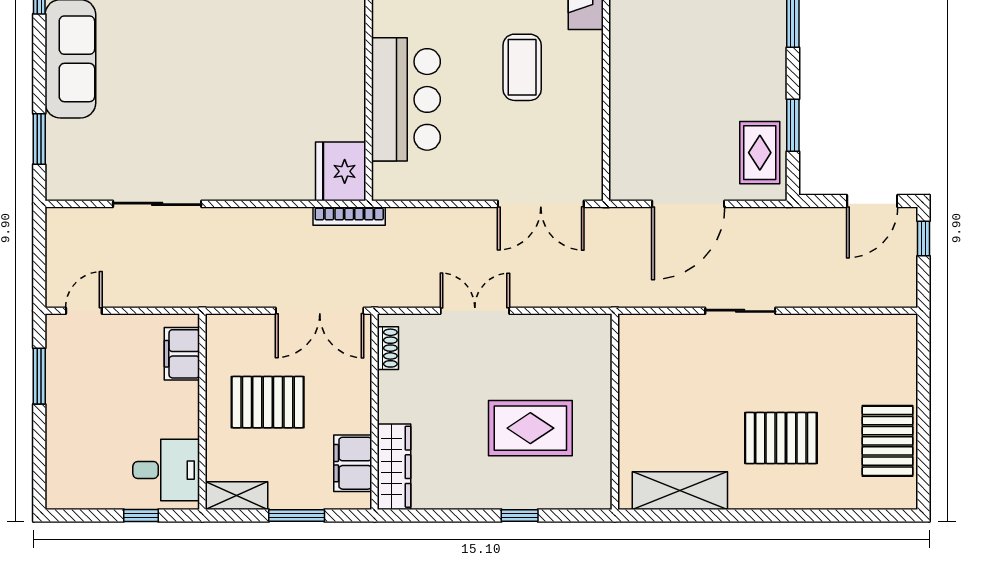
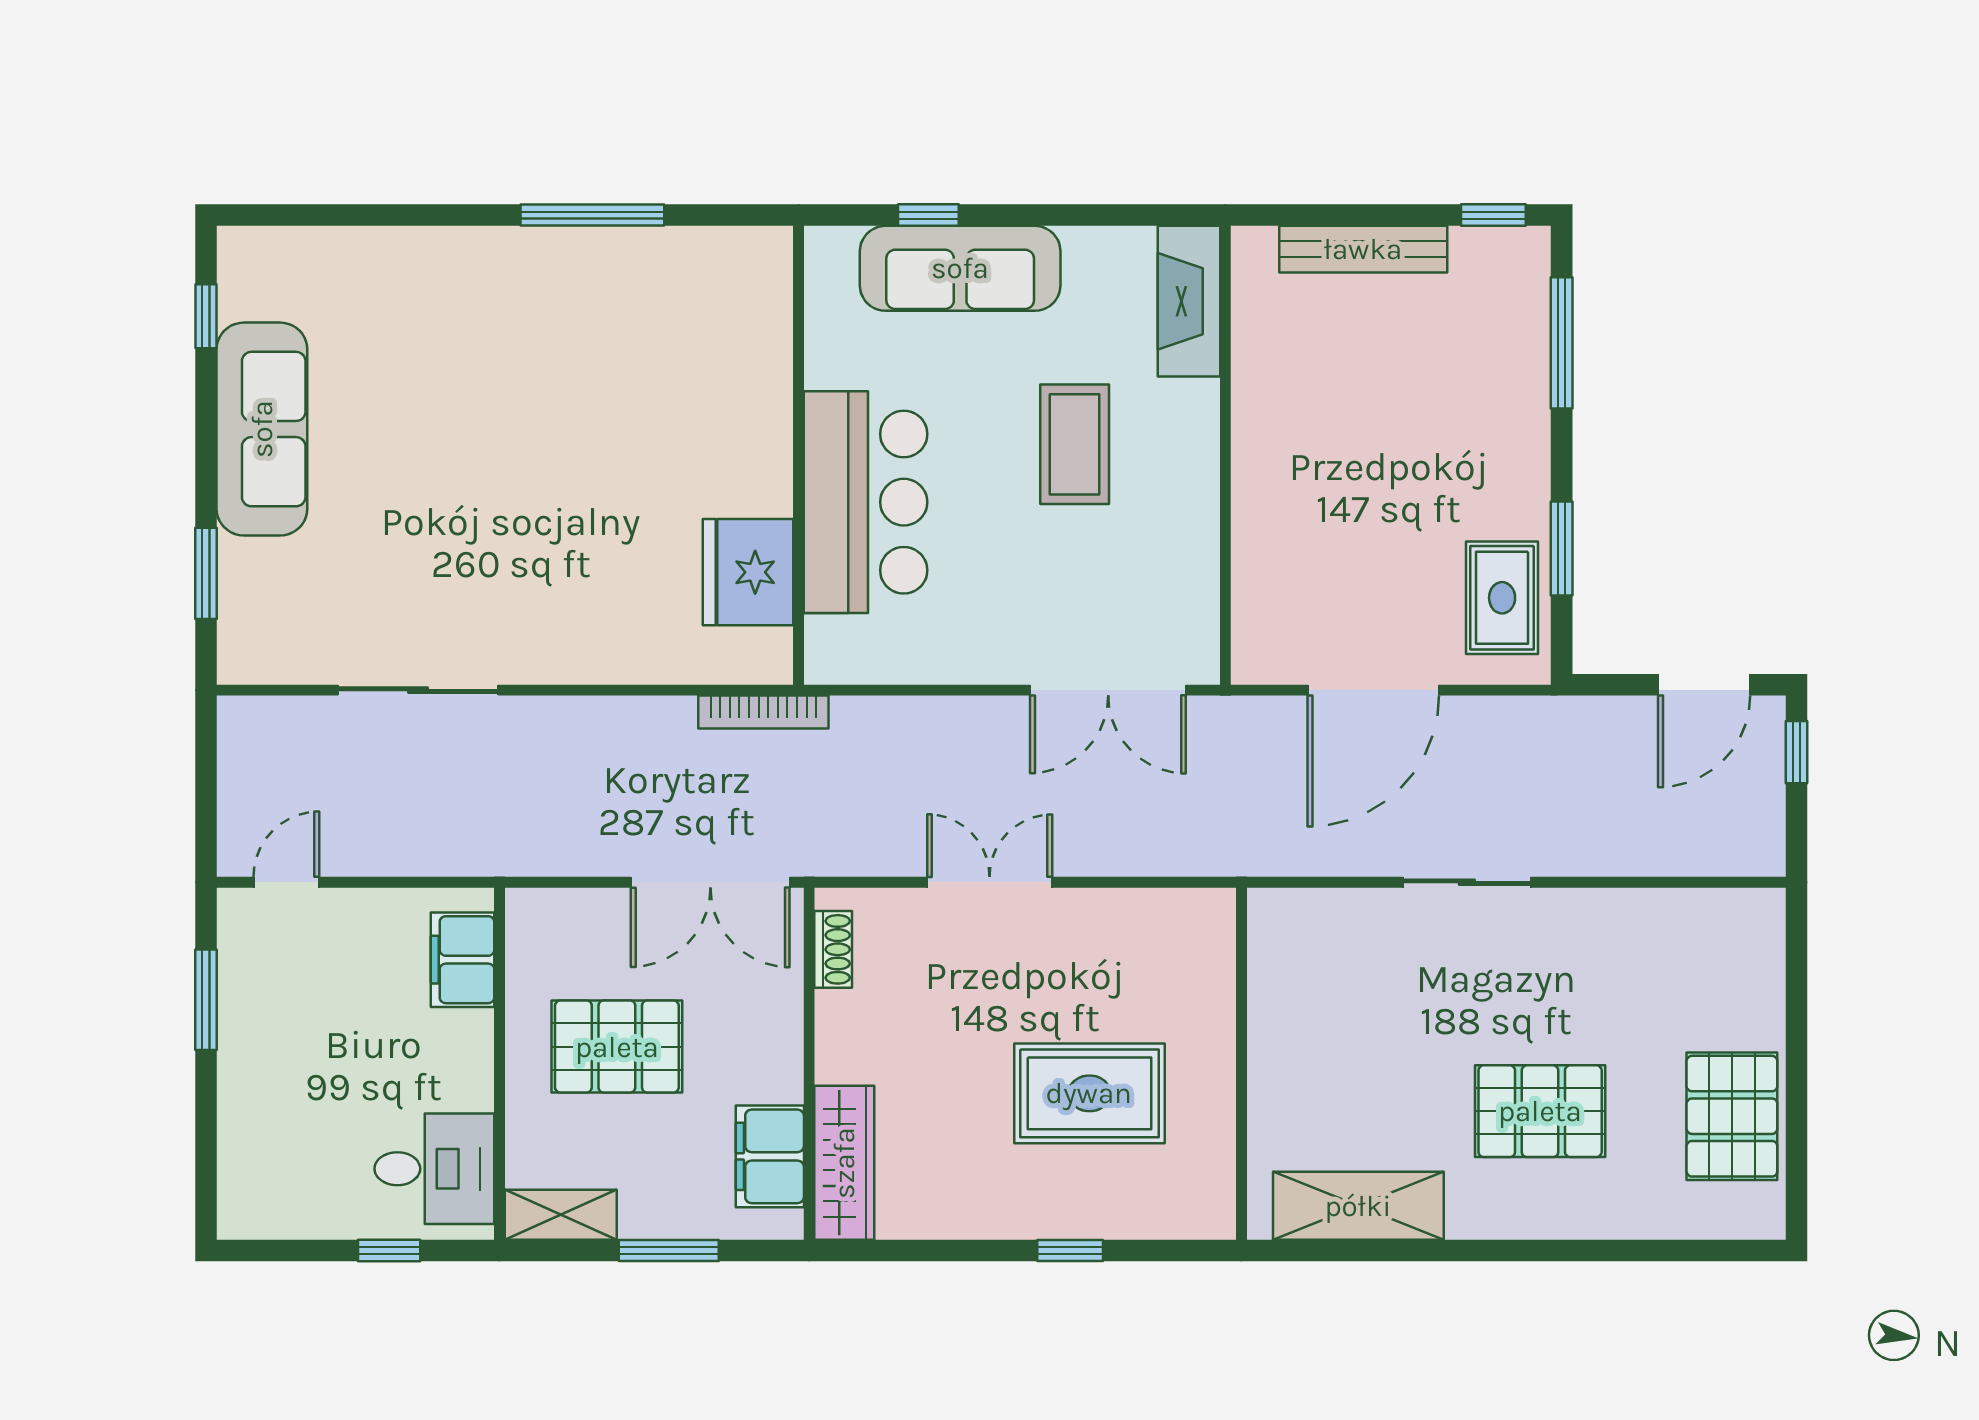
fridge: (341, 171) -> (748, 572), moved

